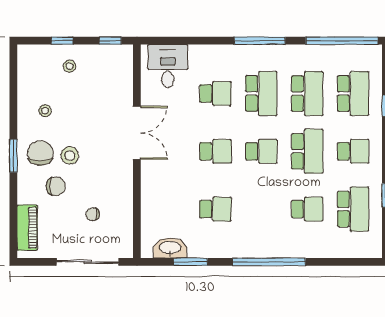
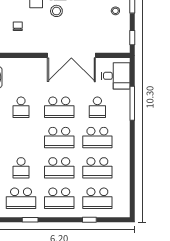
window: (260, 41) -> (132, 103), moved
window: (342, 41) -> (132, 191), removed
double door: (137, 133) -> (71, 55), width x1.36
school desk: (215, 151) -> (59, 107), width x1.85
school desk: (261, 151) -> (59, 138), width x1.85
school desk: (353, 151) -> (59, 198), width x1.85

